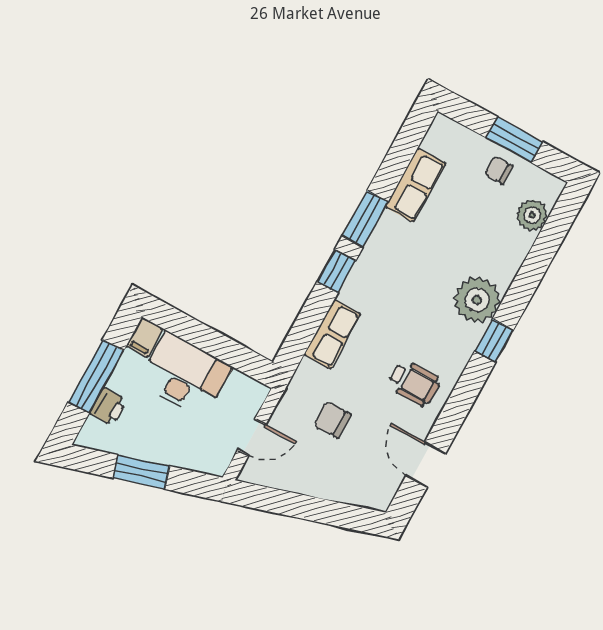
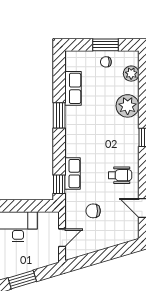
window: (336, 271) -> (59, 184), moved
plant: (477, 300) -> (128, 106), moved

